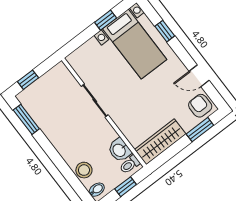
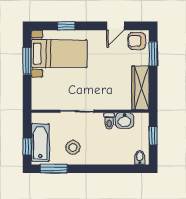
window: (106, 20) -> (27, 61), width x1.50
bathtub: (41, 89) -> (40, 142), added
toilet: (130, 164) -> (109, 121), moved
stool: (84, 170) -> (73, 147), moved

